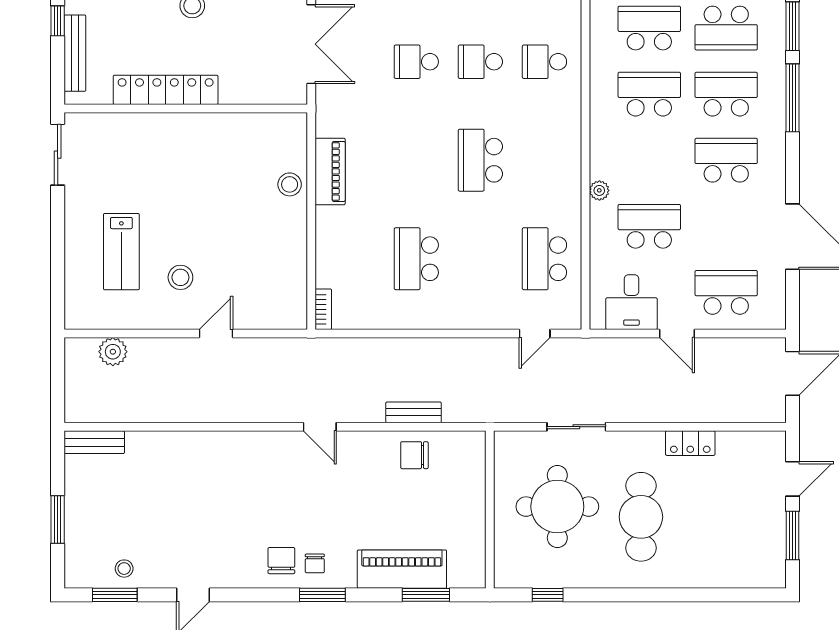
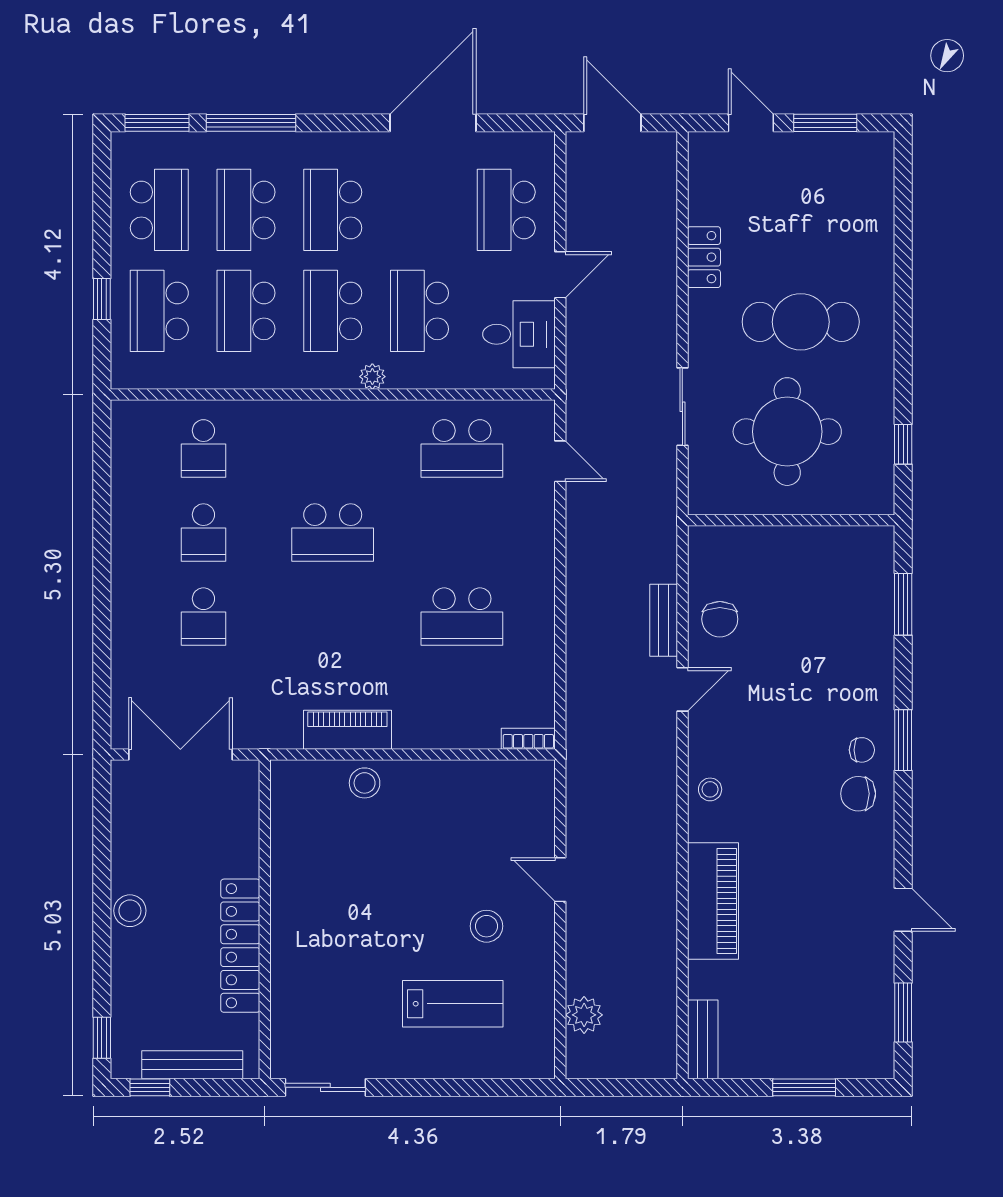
school desk: (649, 160) -> (333, 311), added
door: (320, 427) -> (682, 689), moved
stool: (124, 569) -> (710, 789), moved
piano: (402, 569) -> (713, 901), moved, turned 180

